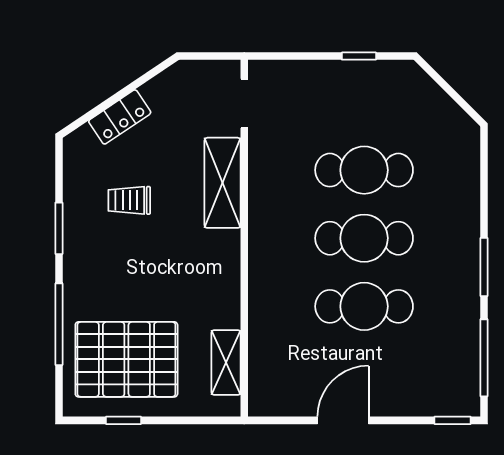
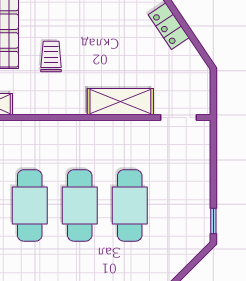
window: (359, 56) -> (213, 221), moved
trolley: (129, 200) -> (51, 57), moved

